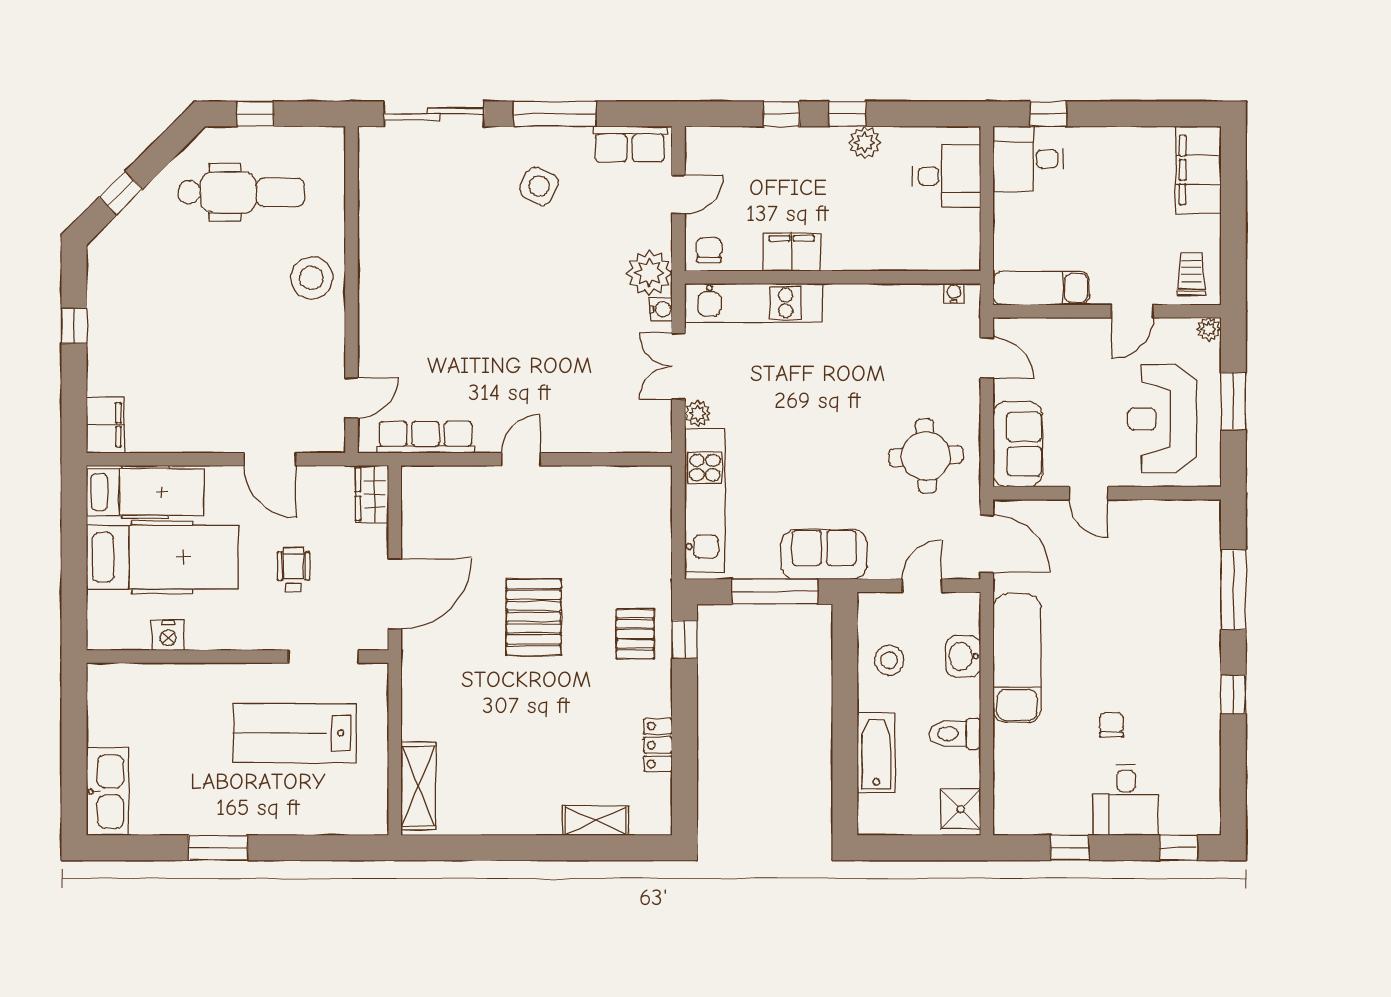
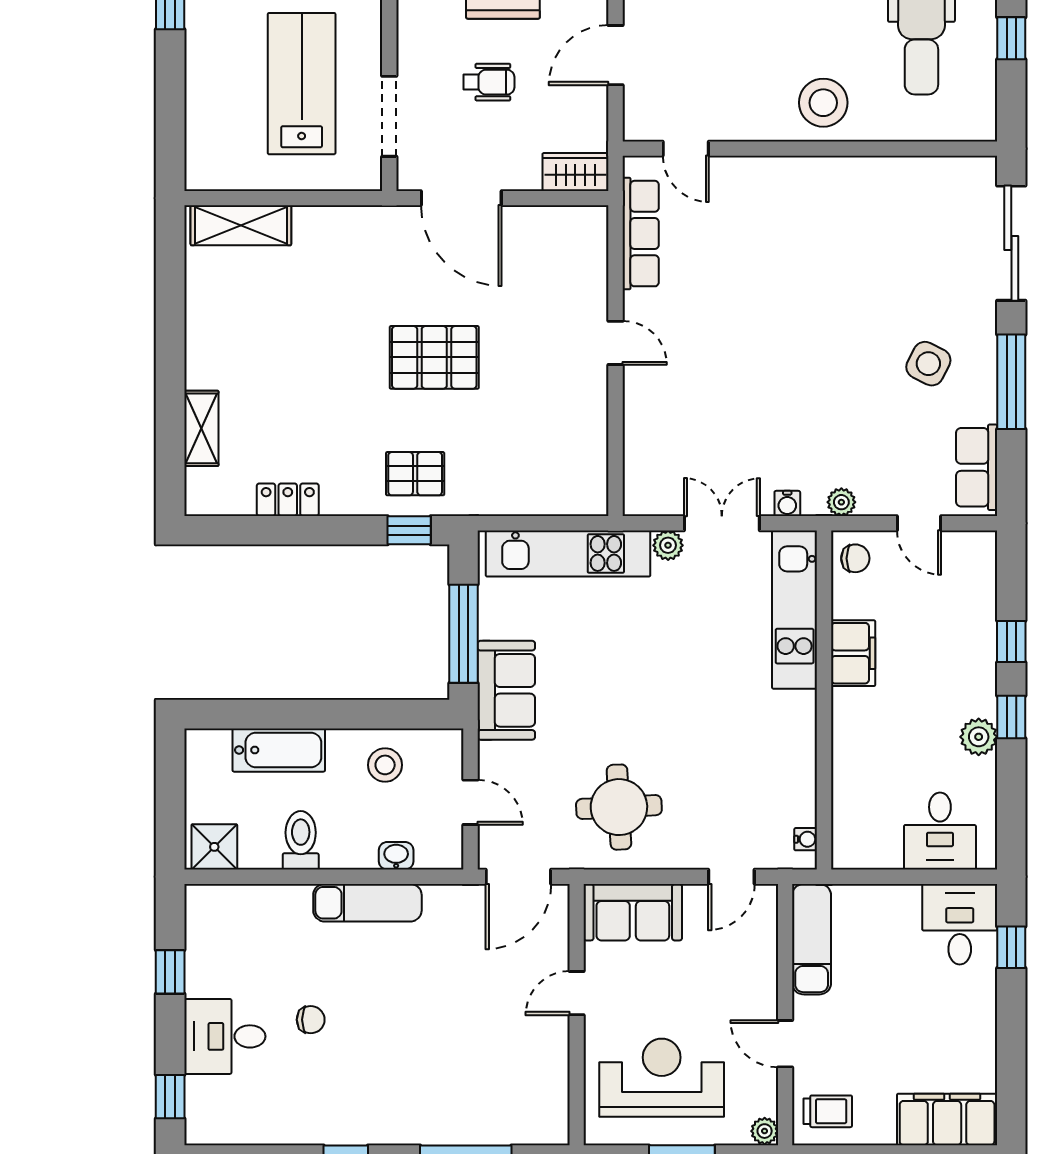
plant: (649, 273) -> (841, 502), width x0.53, depth x0.53
washbasin: (963, 656) -> (396, 856), width x0.72, depth x0.69
exam couch: (1017, 658) -> (367, 903), width x0.73, depth x0.69

